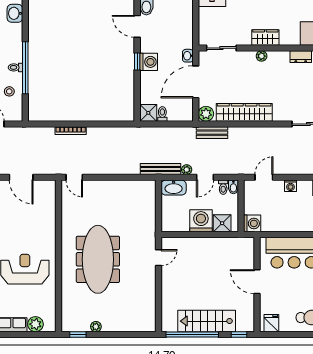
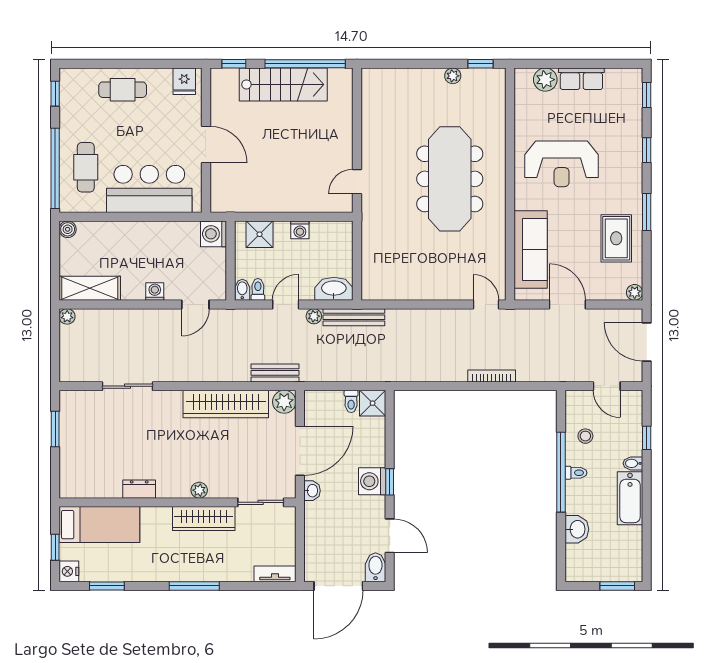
washbasin: (15, 13) -> (577, 529), moved
wardrobe: (265, 38) -> (204, 519), width x1.50
sofa: (45, 213) -> (531, 249), added
washing machine: (201, 221) -> (300, 230), width x0.53, depth x0.53

